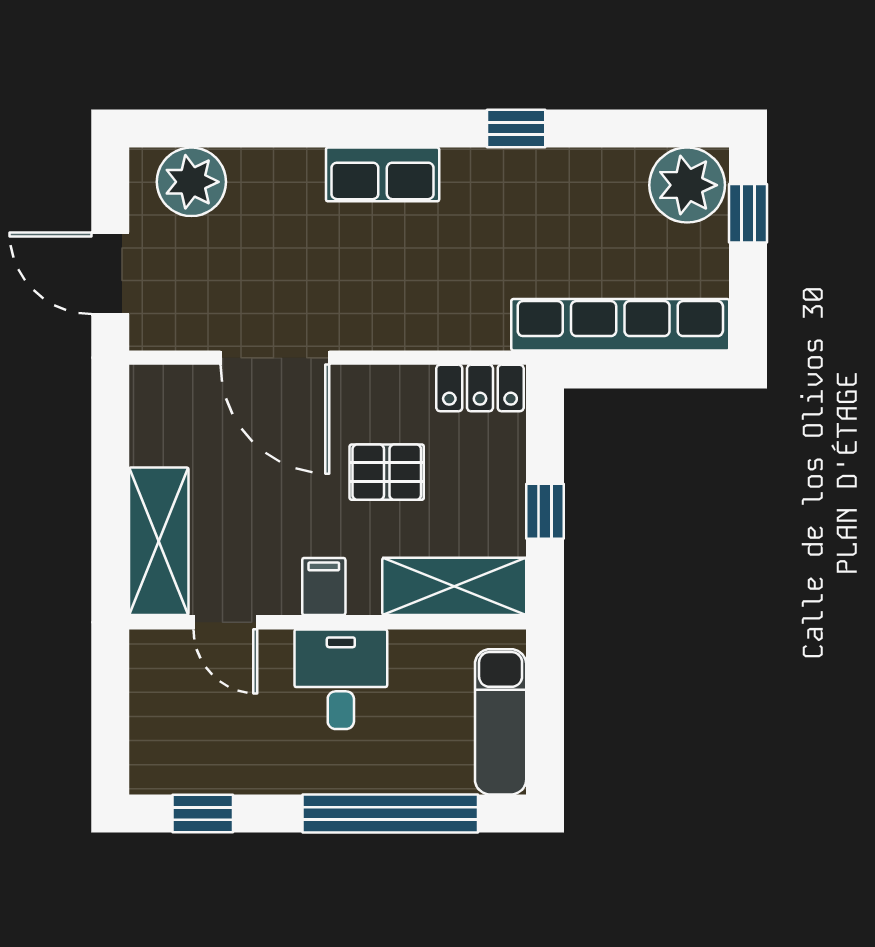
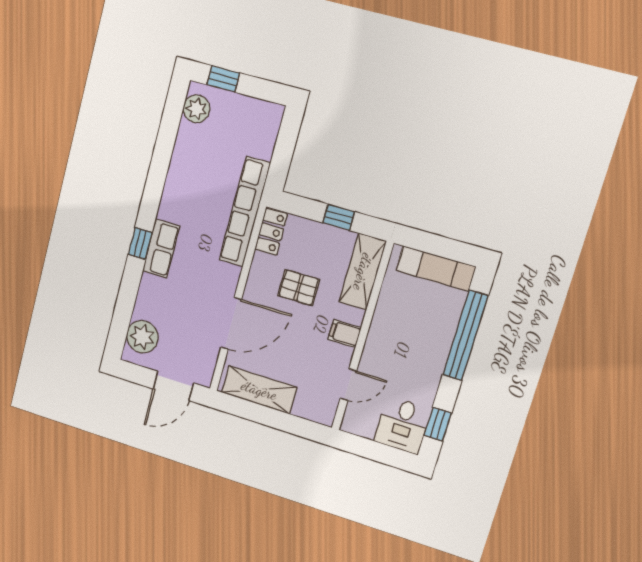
window: (516, 128) -> (140, 243), moved
plant: (687, 185) -> (197, 109), width x0.73, depth x0.73
row of seats: (620, 325) -> (245, 212), moved
pallet: (387, 472) -> (299, 288), turned 90
shelving: (159, 541) -> (259, 390), moved
desk: (341, 679) -> (403, 425), moved, turned -90

